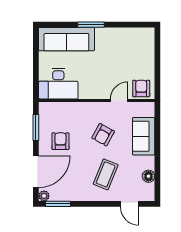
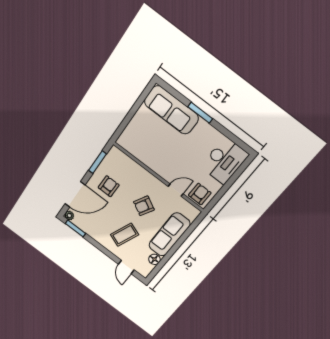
desk: (58, 84) -> (224, 161), moved, turned -90
sofa: (144, 136) -> (169, 235), width x1.36

